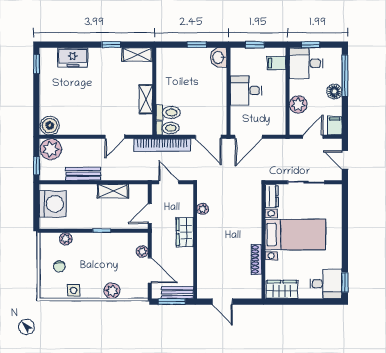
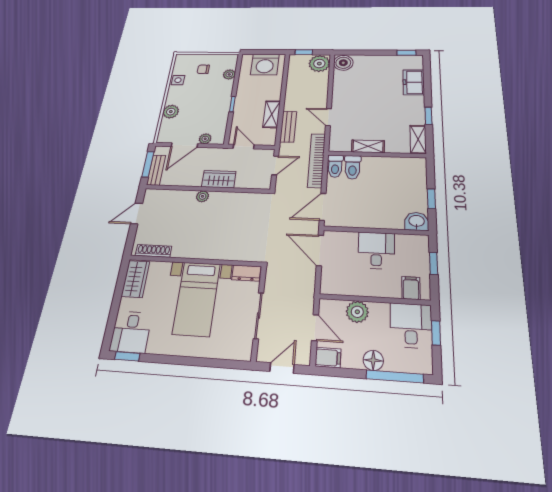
bench: (83, 174) -> (288, 127), moved
plant: (203, 209) -> (203, 196), moved
shoe rack: (256, 260) -> (154, 251), moved

